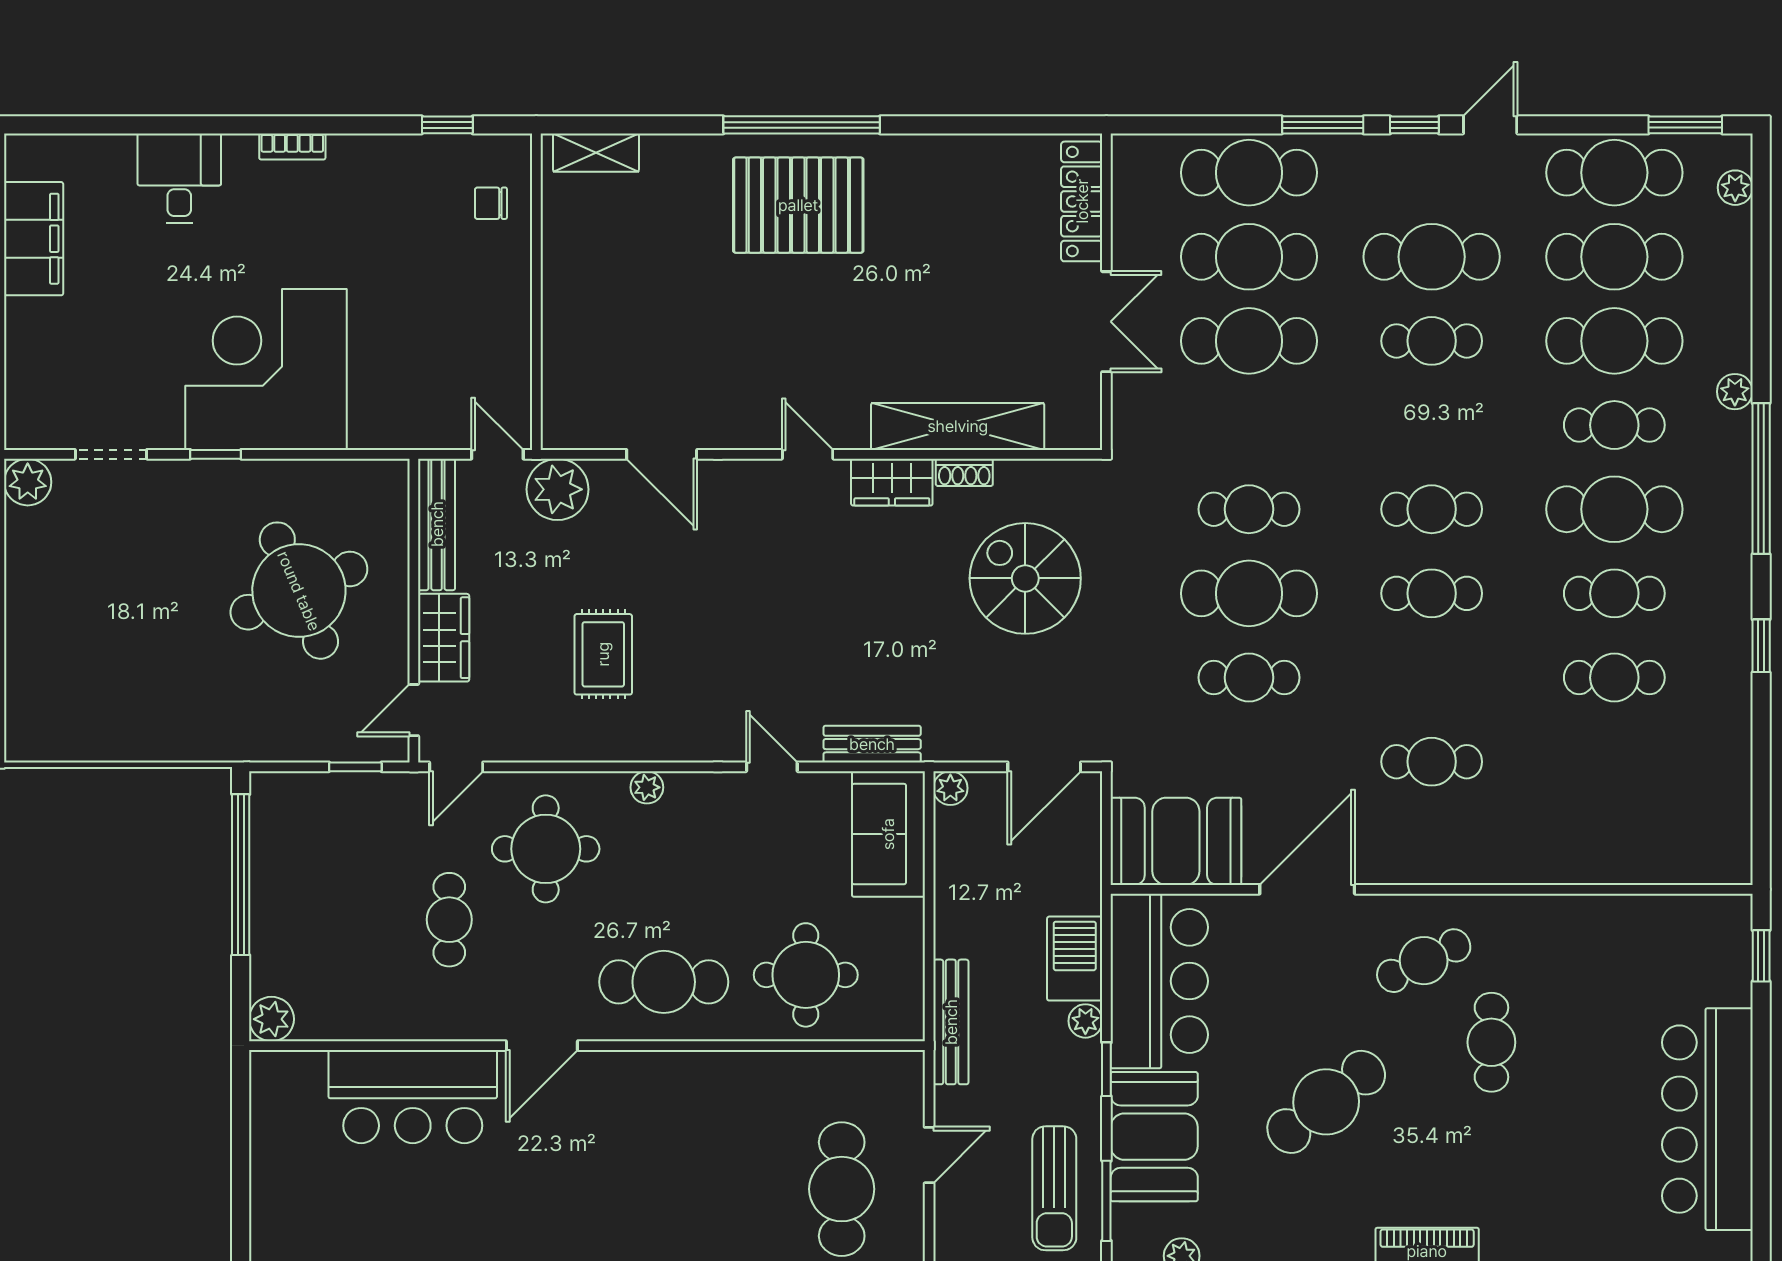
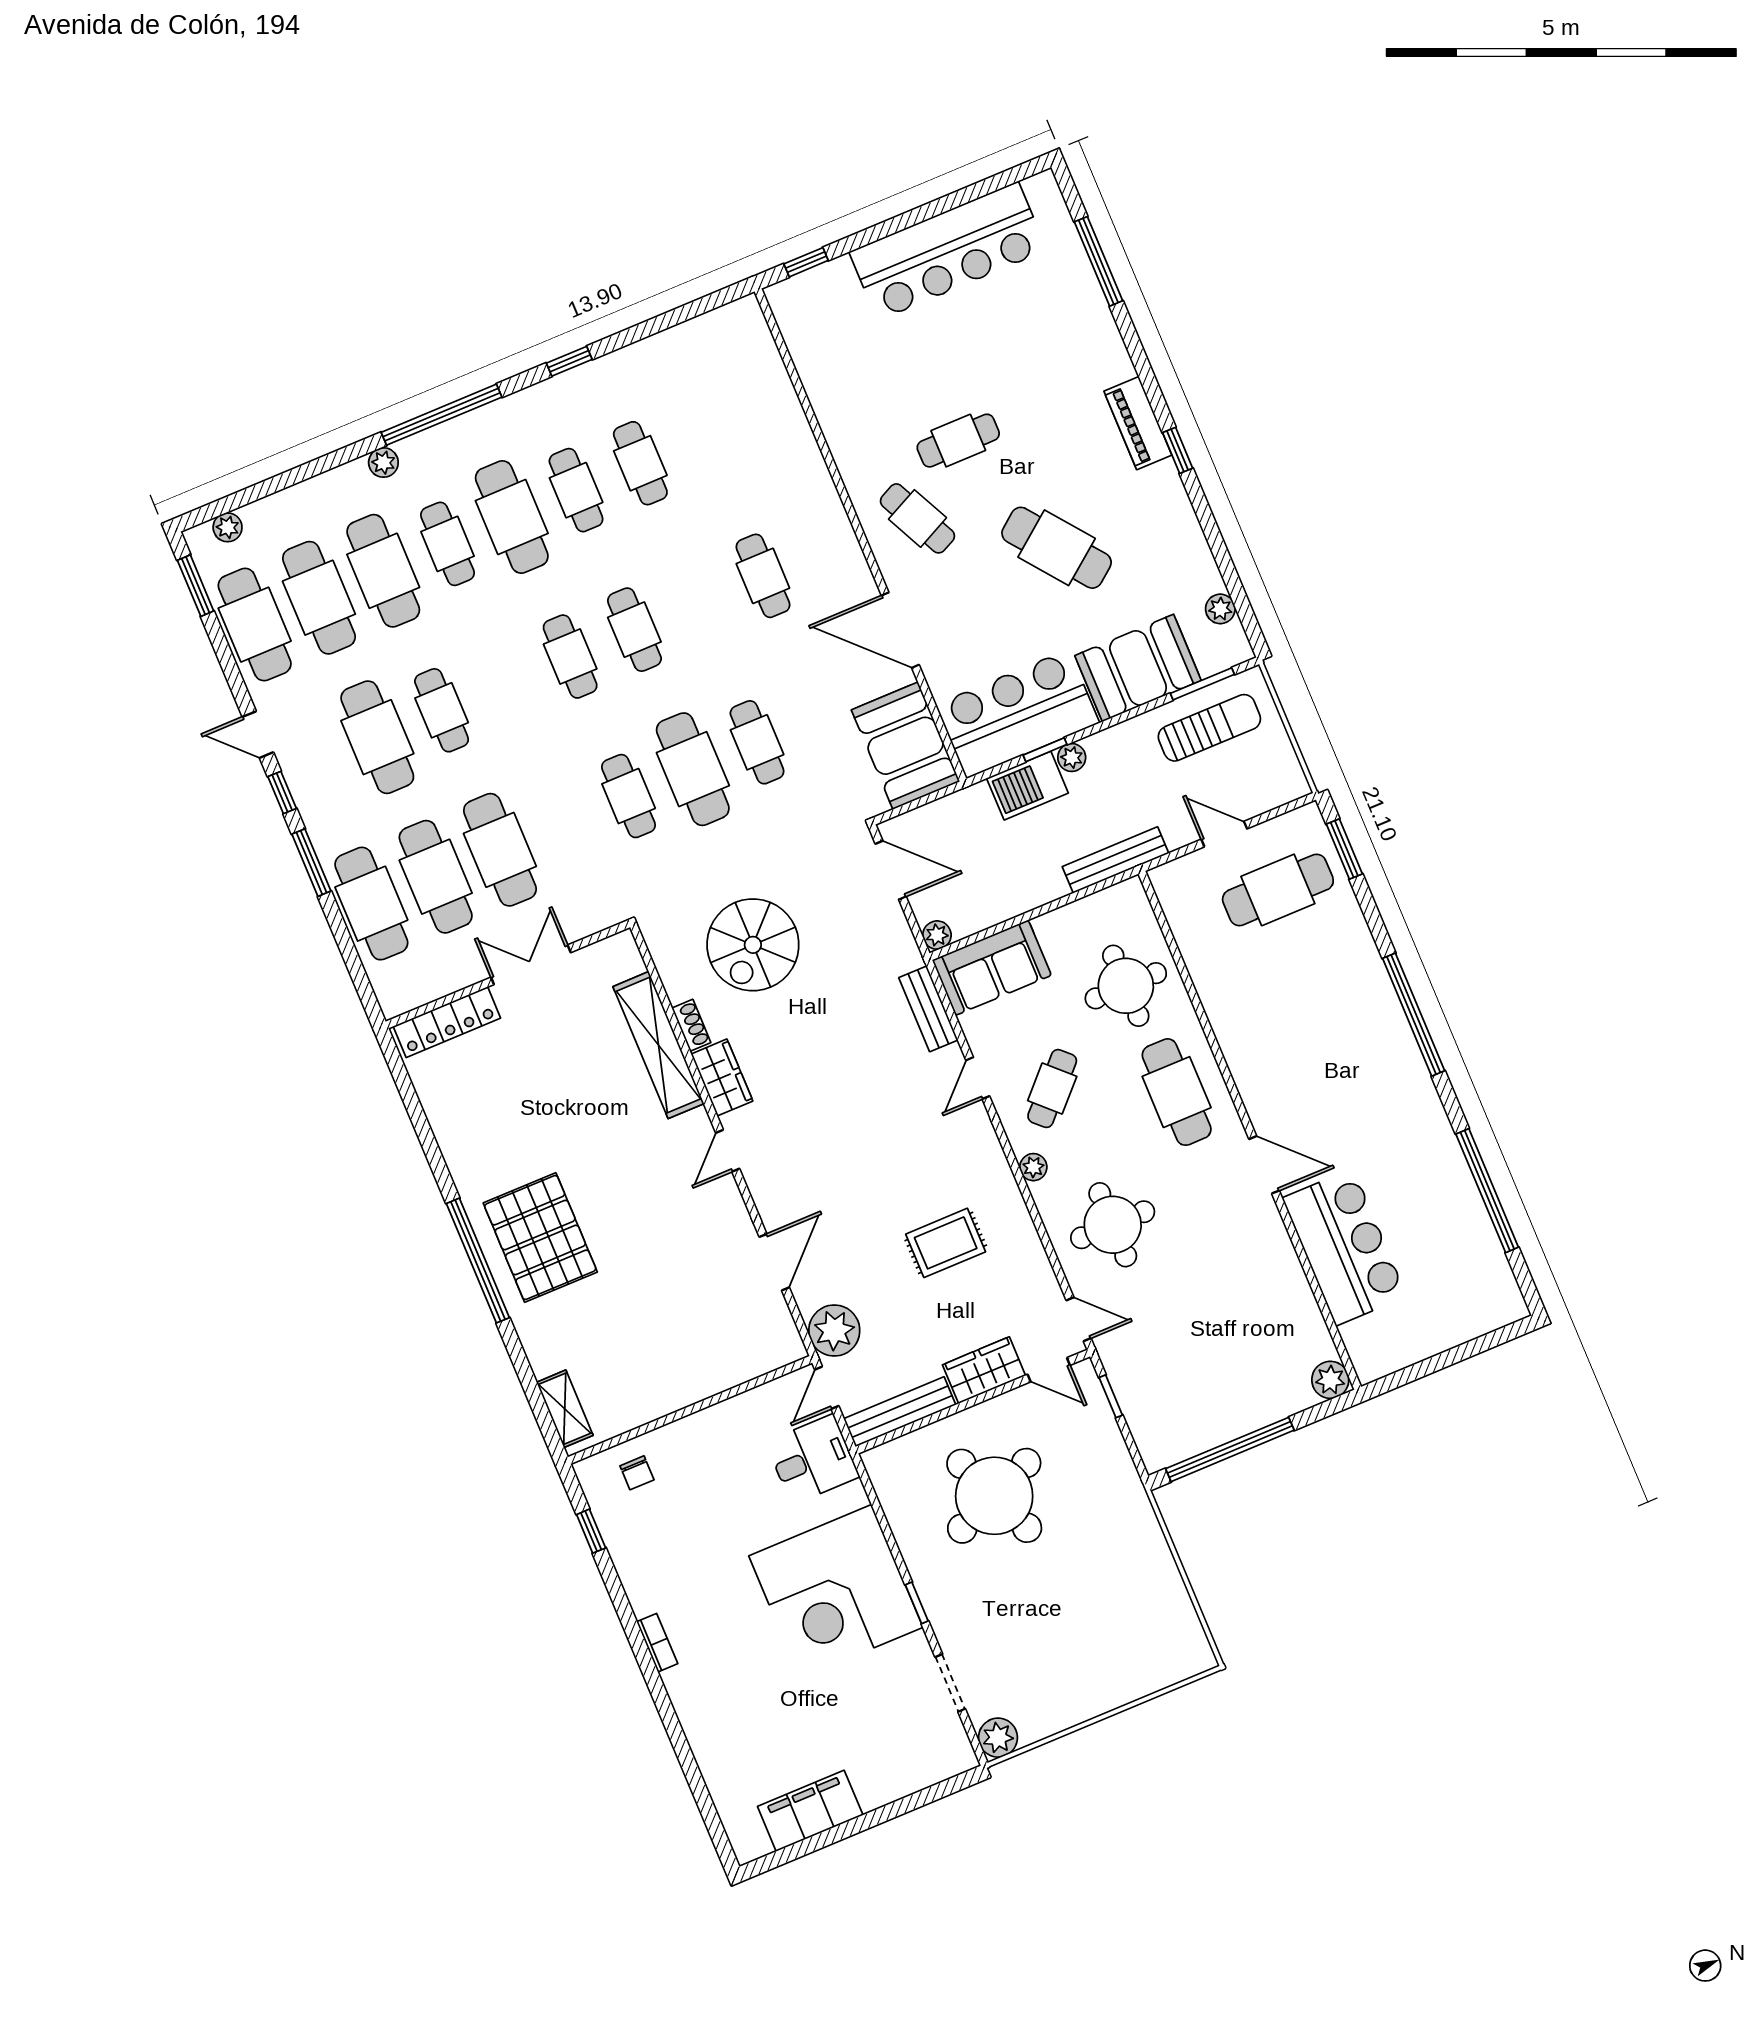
desk: (179, 178) -> (813, 1459), moved, turned 180
cafe table: (449, 920) -> (1052, 1088), moved, turned -46
window: (1106, 1069) -> (1045, 750), moved

